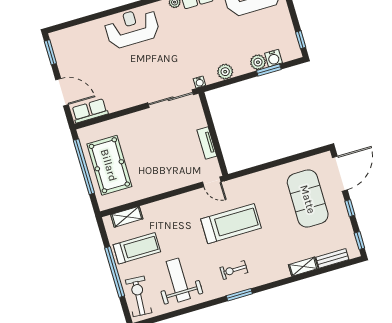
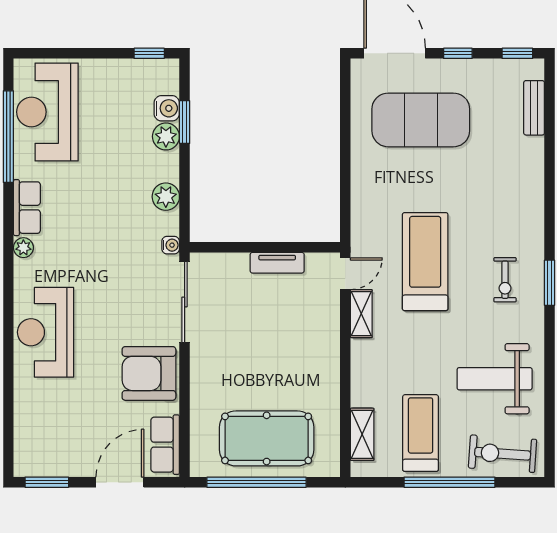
armchair: (126, 91) -> (149, 373), added
shelving: (303, 267) -> (361, 314), moved

